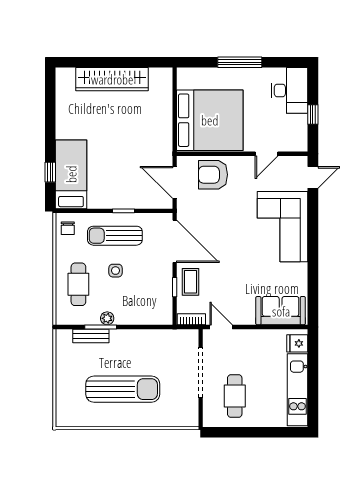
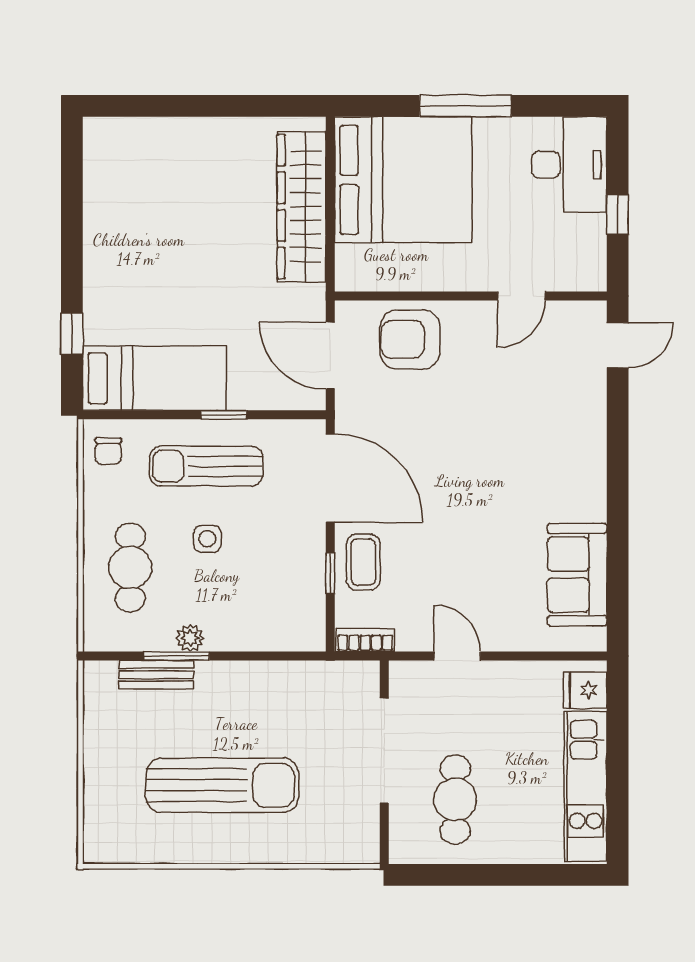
wardrobe: (112, 79) -> (302, 207), moved, turned 90
bed: (210, 120) -> (403, 180), moved
bed: (71, 174) -> (154, 378), moved, turned 90
corner sofa: (283, 227) -> (555, 447), removed
sofa: (281, 311) -> (577, 575), moved, turned -90
door: (221, 327) -> (457, 656), moved

